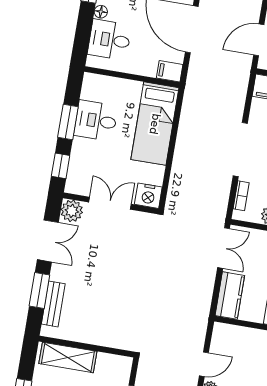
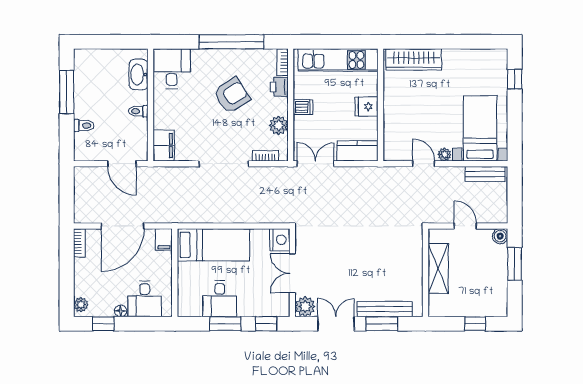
bench: (53, 304) -> (385, 309), width x1.36
shelving: (68, 357) -> (438, 269), moved

